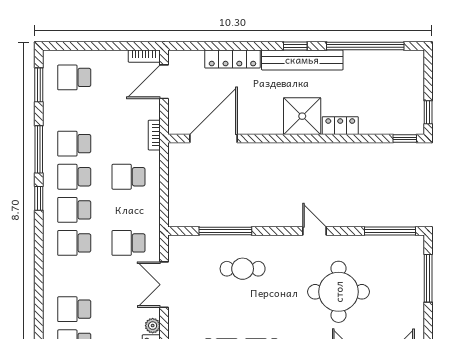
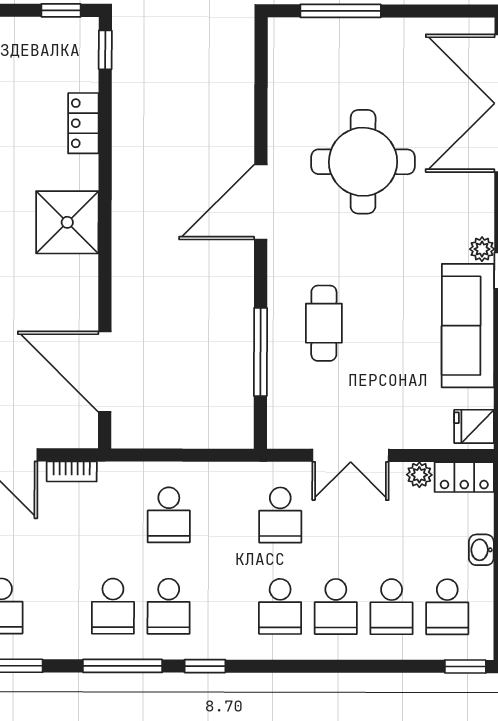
locker: (340, 126) -> (83, 123), moved
bookcase: (154, 135) -> (72, 471), moved
school desk: (74, 210) -> (336, 607), moved
door: (314, 231) -> (261, 202), width x1.88
window: (390, 231) -> (261, 75), removed

